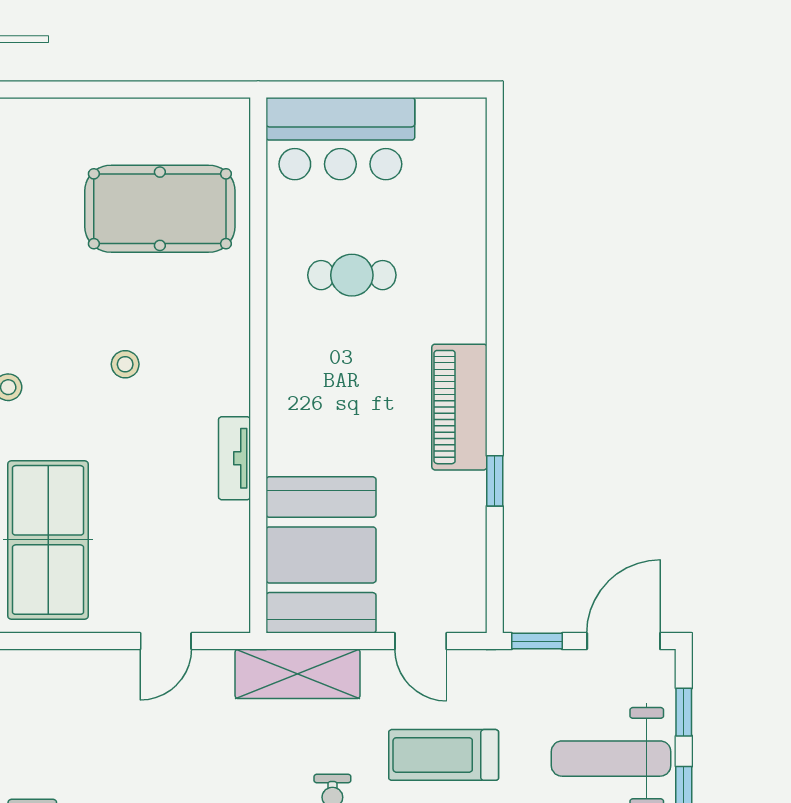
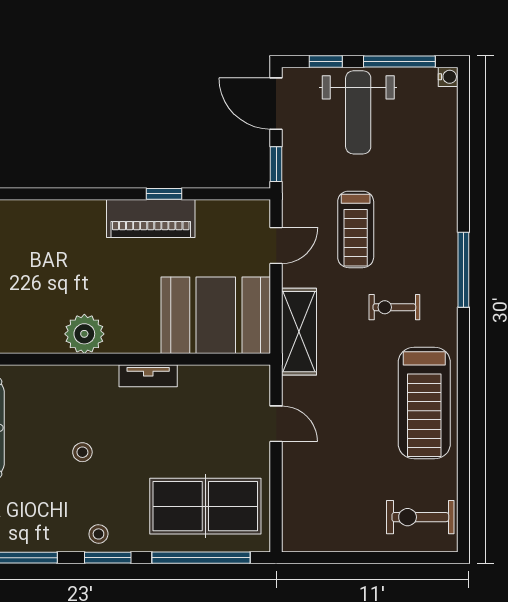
cafe table: (352, 275) -> (20, 294), removed
plant: (294, 367) -> (84, 334), added
piano: (459, 407) -> (151, 218), moved

